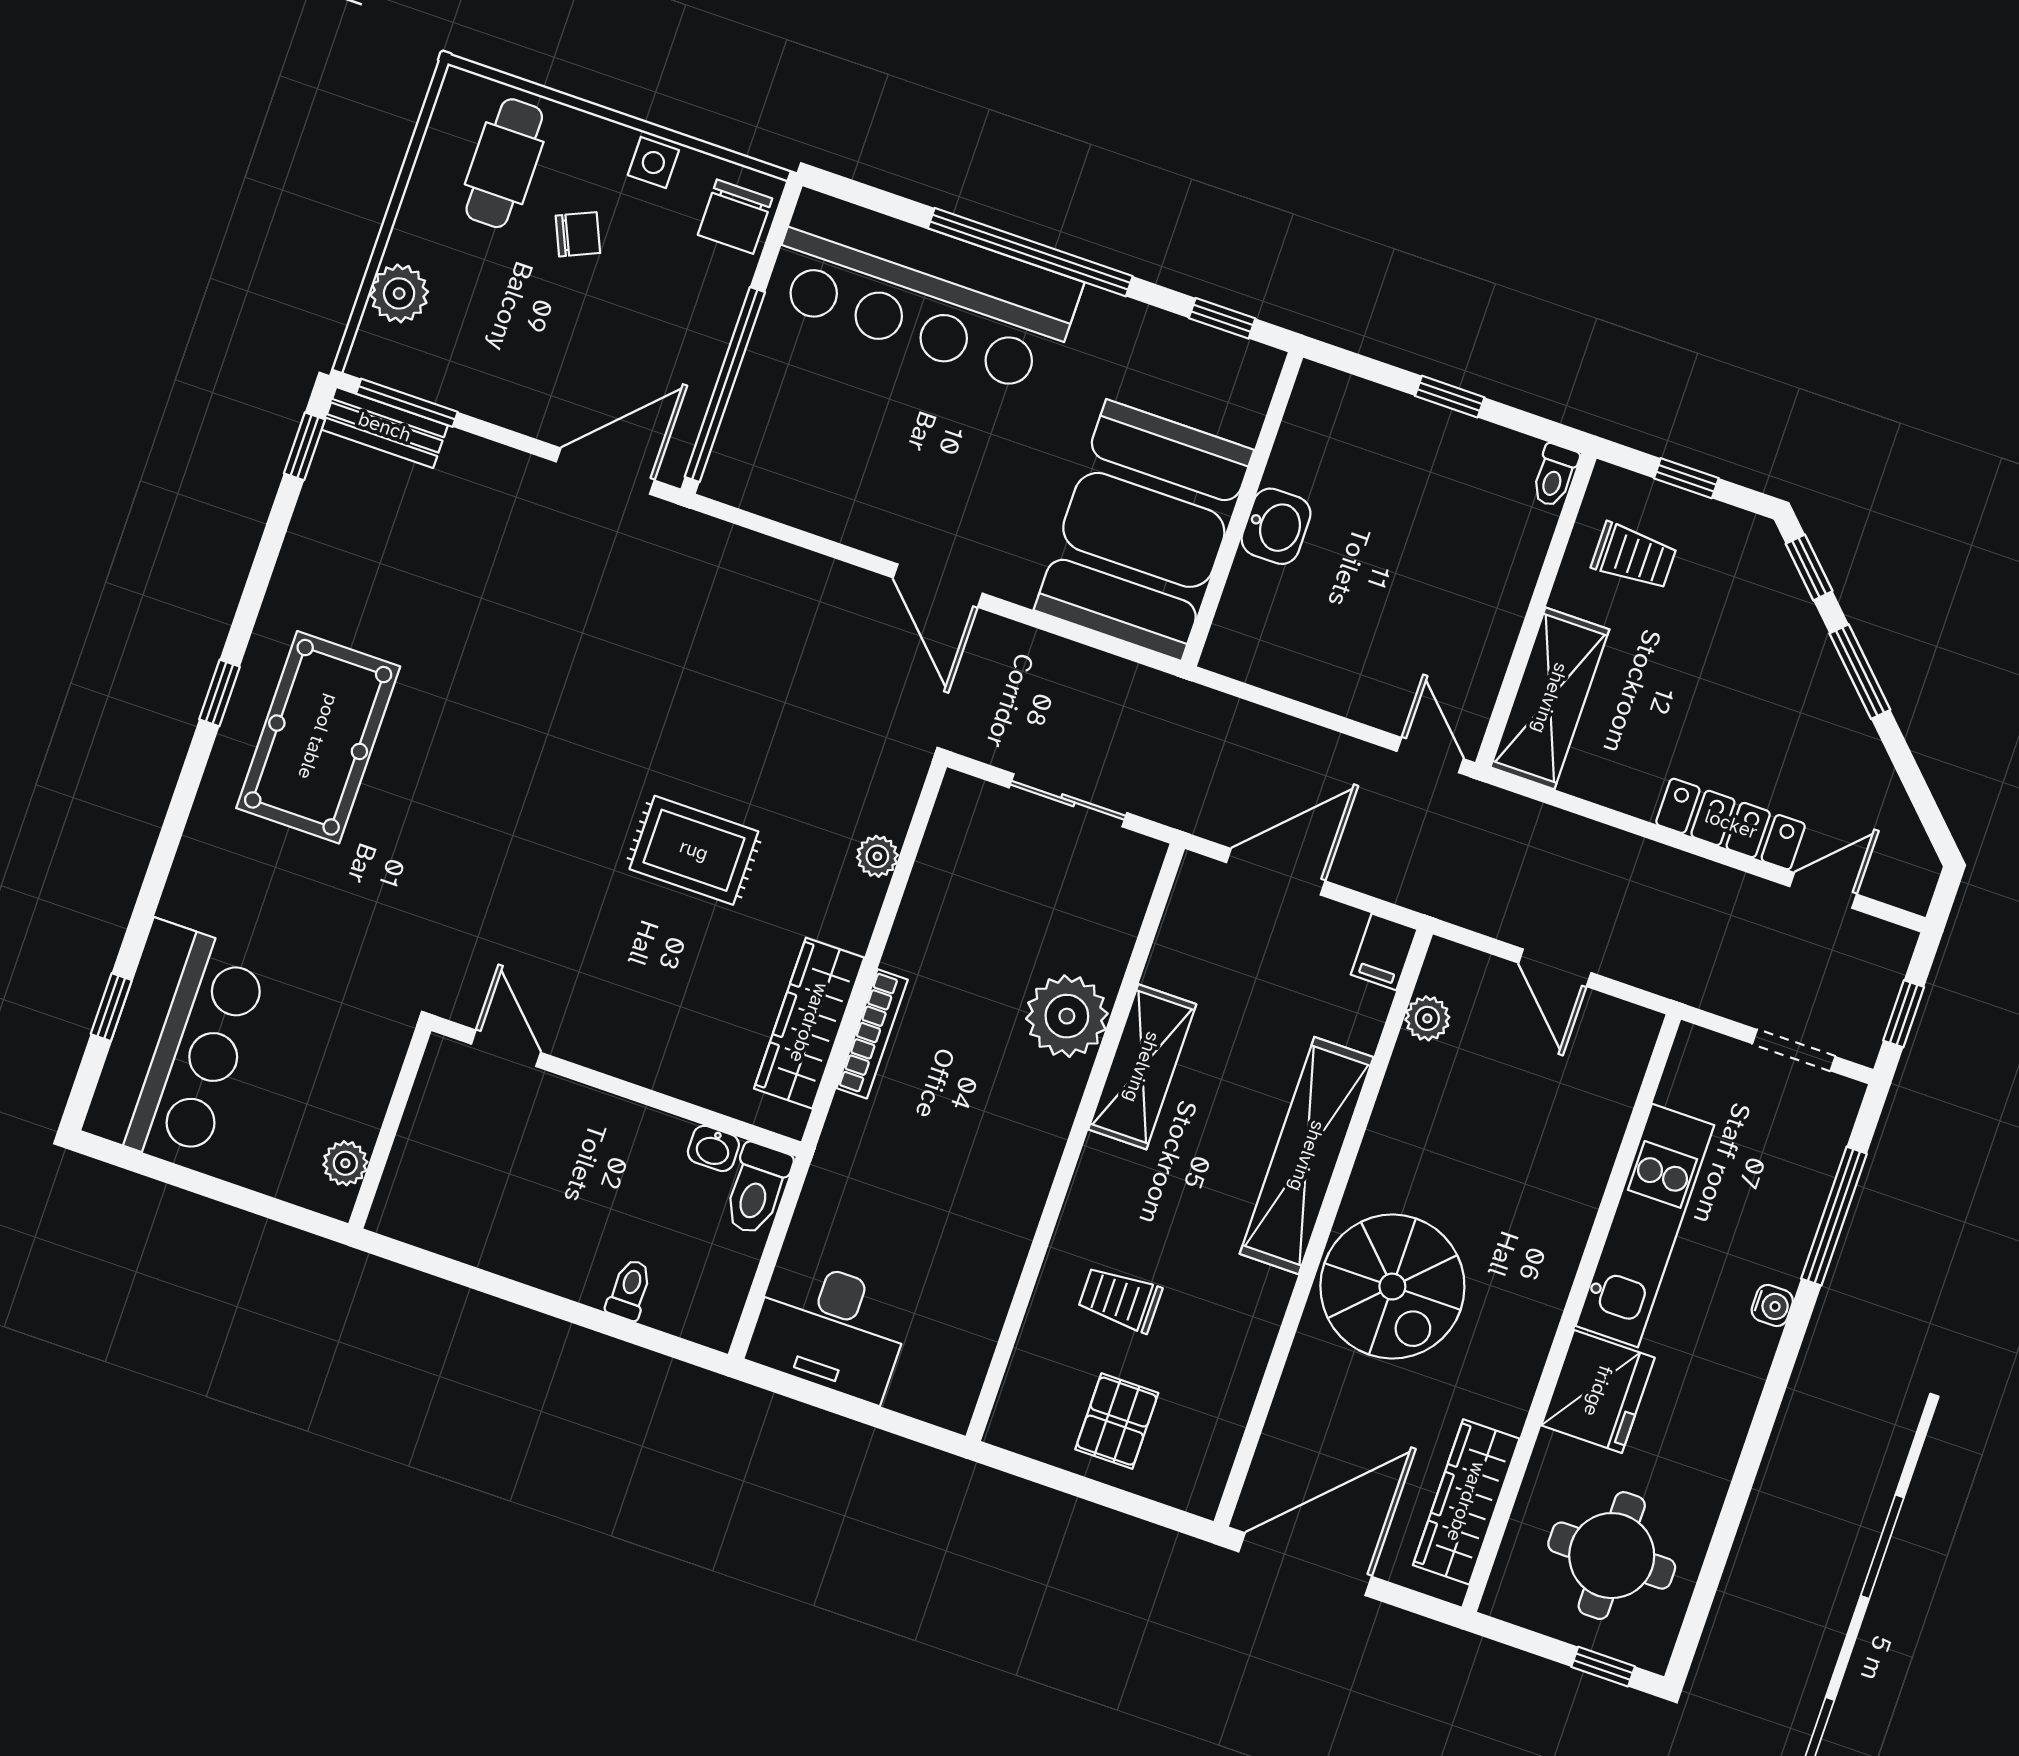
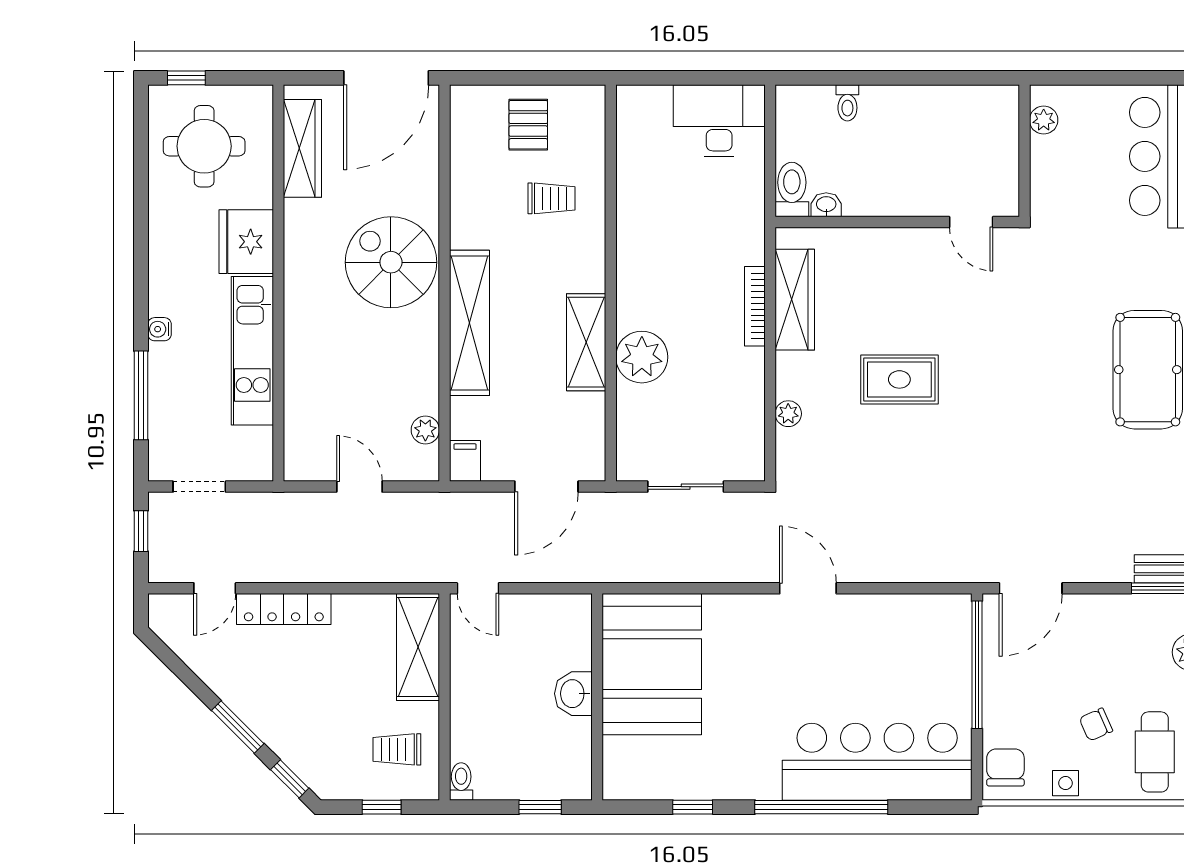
wall: (1242, 509) -> (597, 697), moved
washbasin: (1276, 526) -> (573, 694), moved
booth: (1144, 530) -> (652, 664), moved

